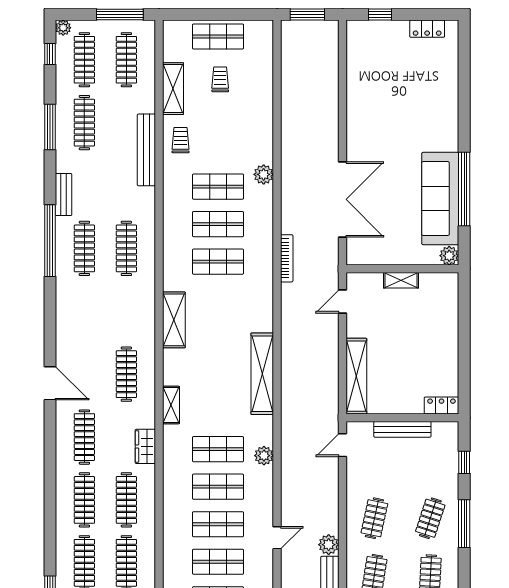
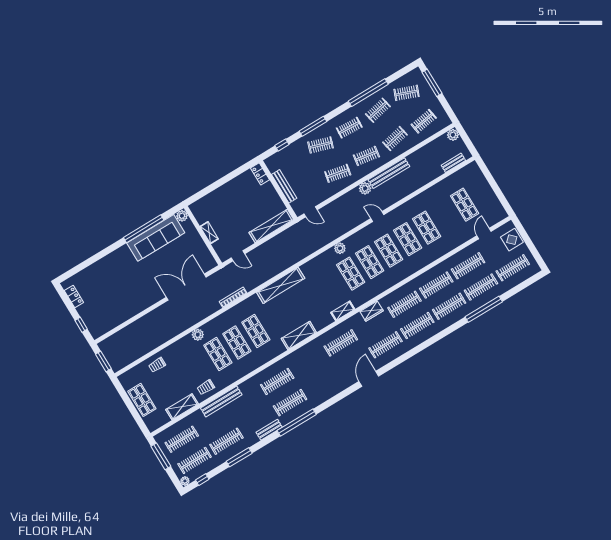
trolley: (220, 79) -> (157, 365), moved
shelving: (262, 374) -> (281, 285), moved

